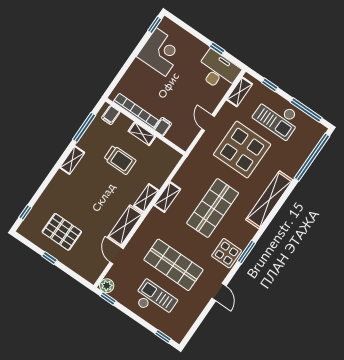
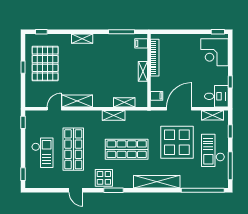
corner desk: (161, 52) -> (214, 52), moved, turned 90
desk: (218, 71) -> (216, 96), width x0.73
door: (208, 123) -> (179, 109), width x1.87
filing cabinet: (163, 127) -> (157, 96), moved
shelving: (72, 160) -> (82, 39), moved
trolley: (120, 160) -> (117, 69), removed
shelving: (146, 198) -> (124, 102), moved
pallet: (62, 232) -> (45, 64), width x1.37, depth x1.41
plant: (107, 286) -> (31, 116), removed
door: (219, 292) -> (76, 190), hinge flipped

